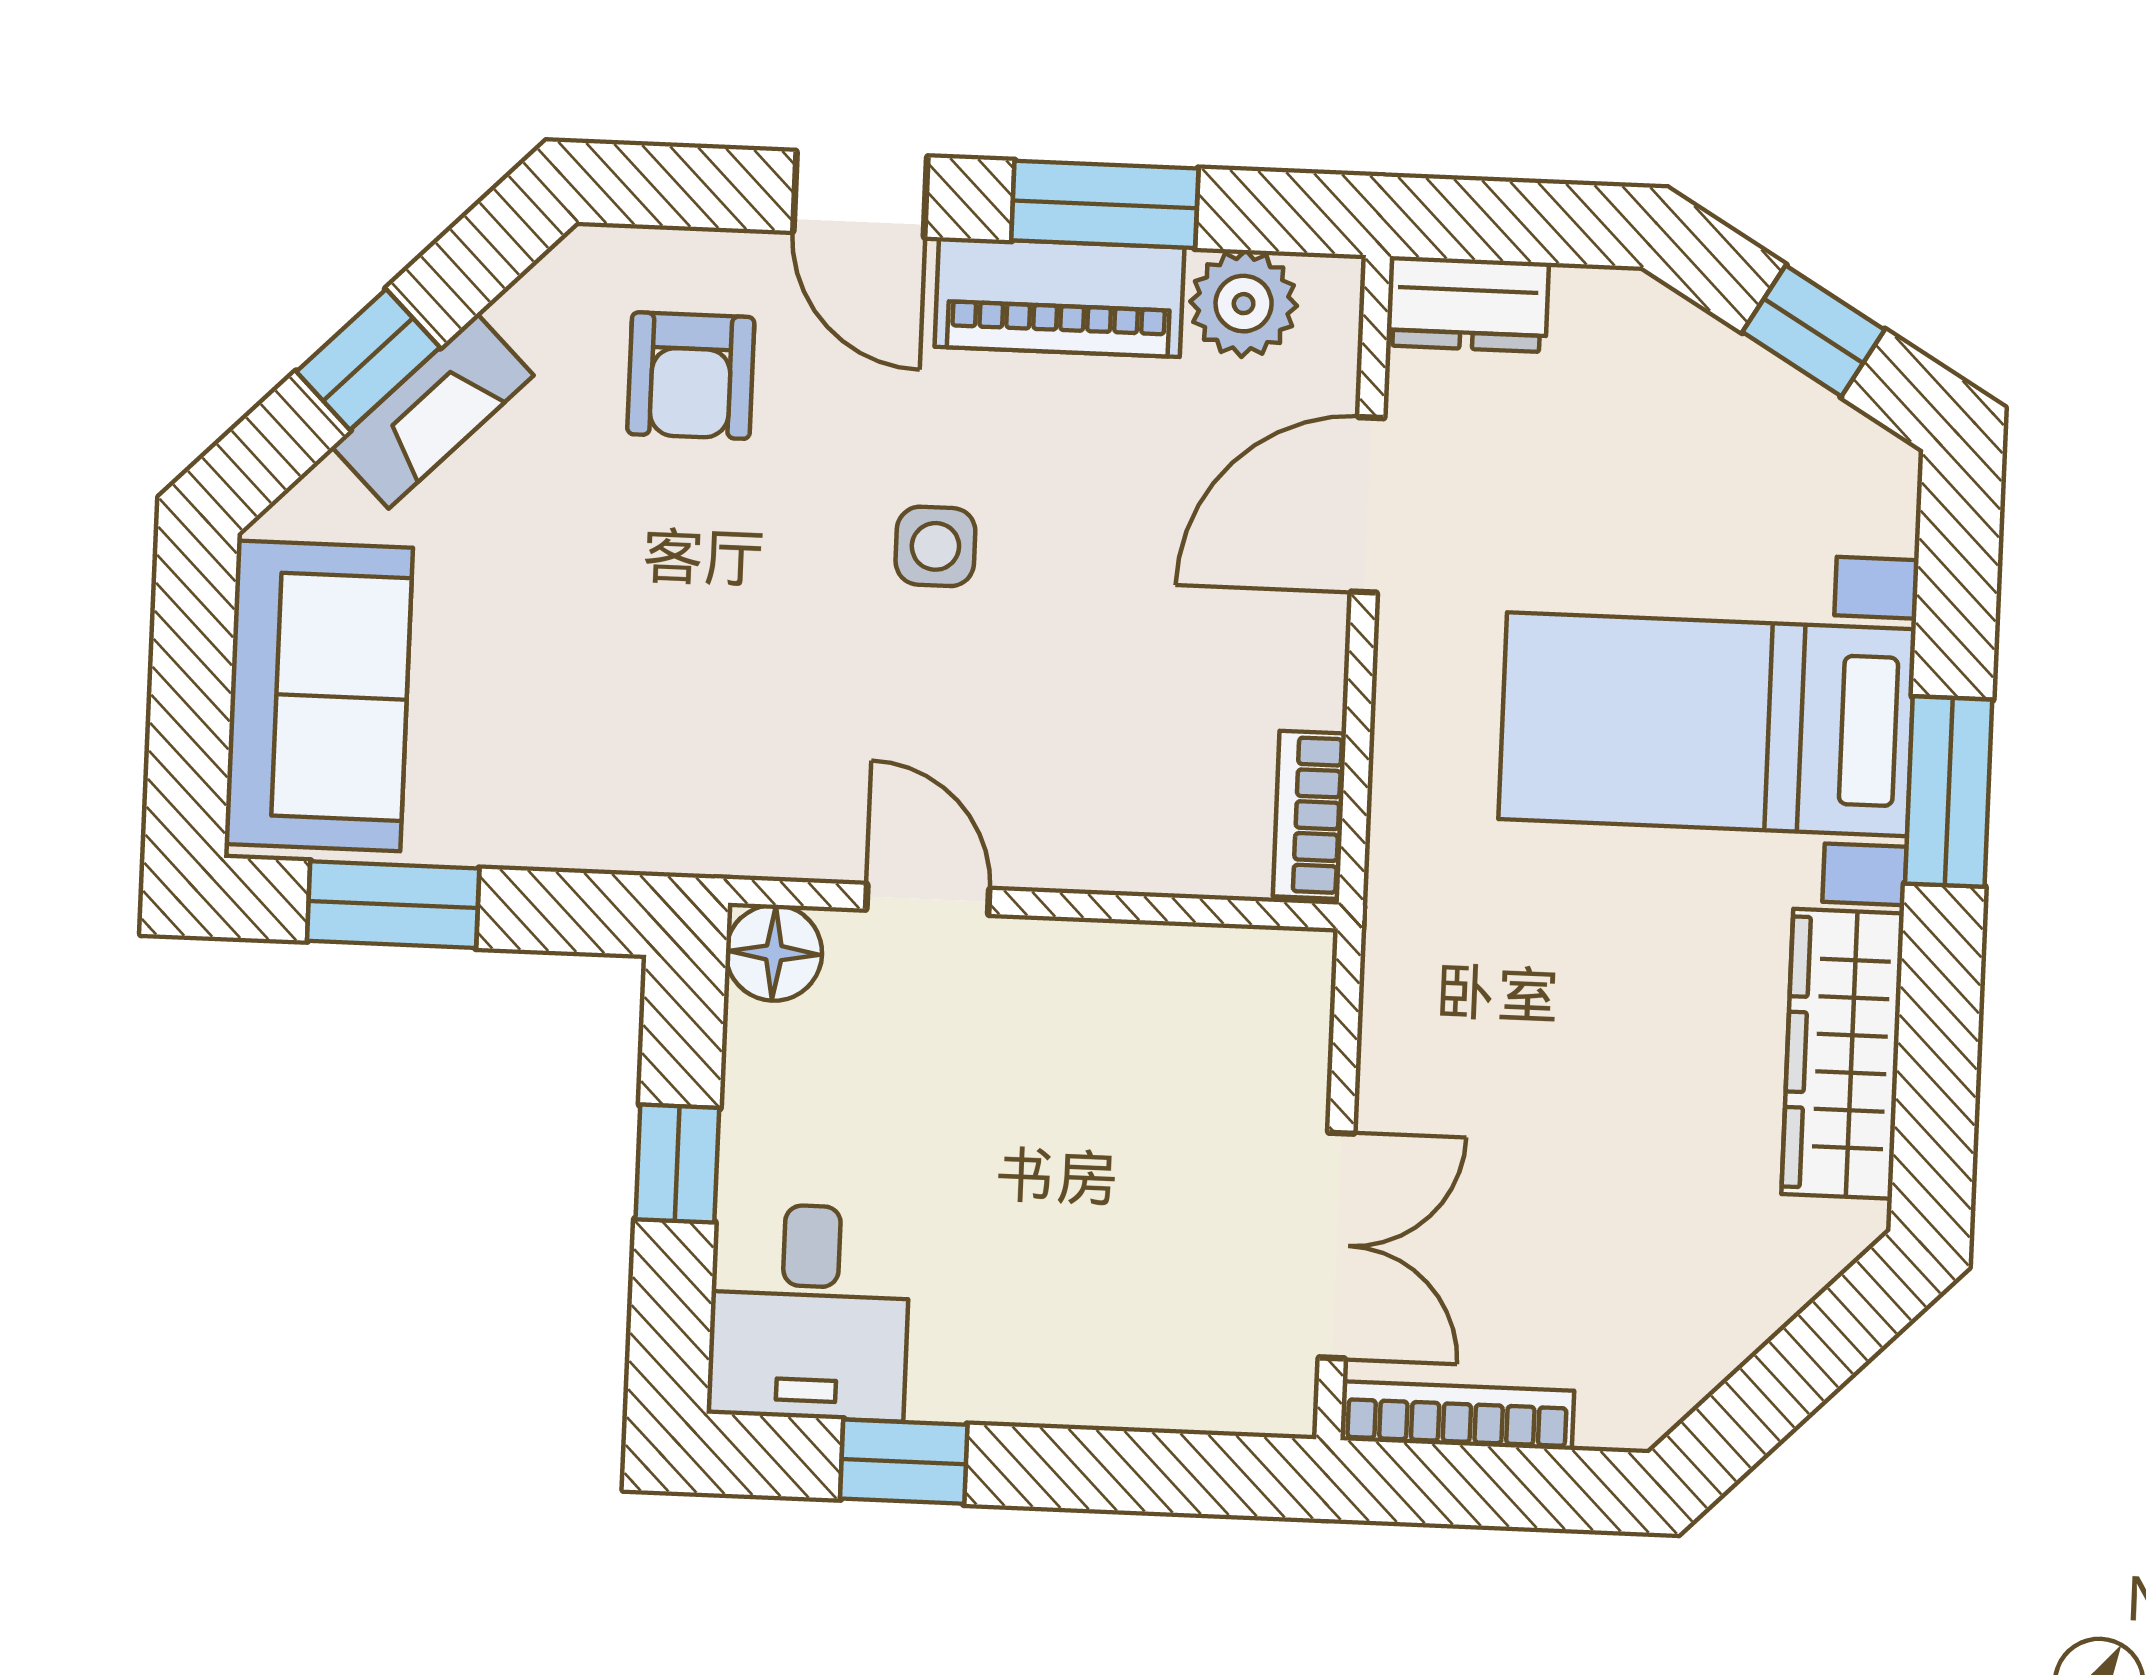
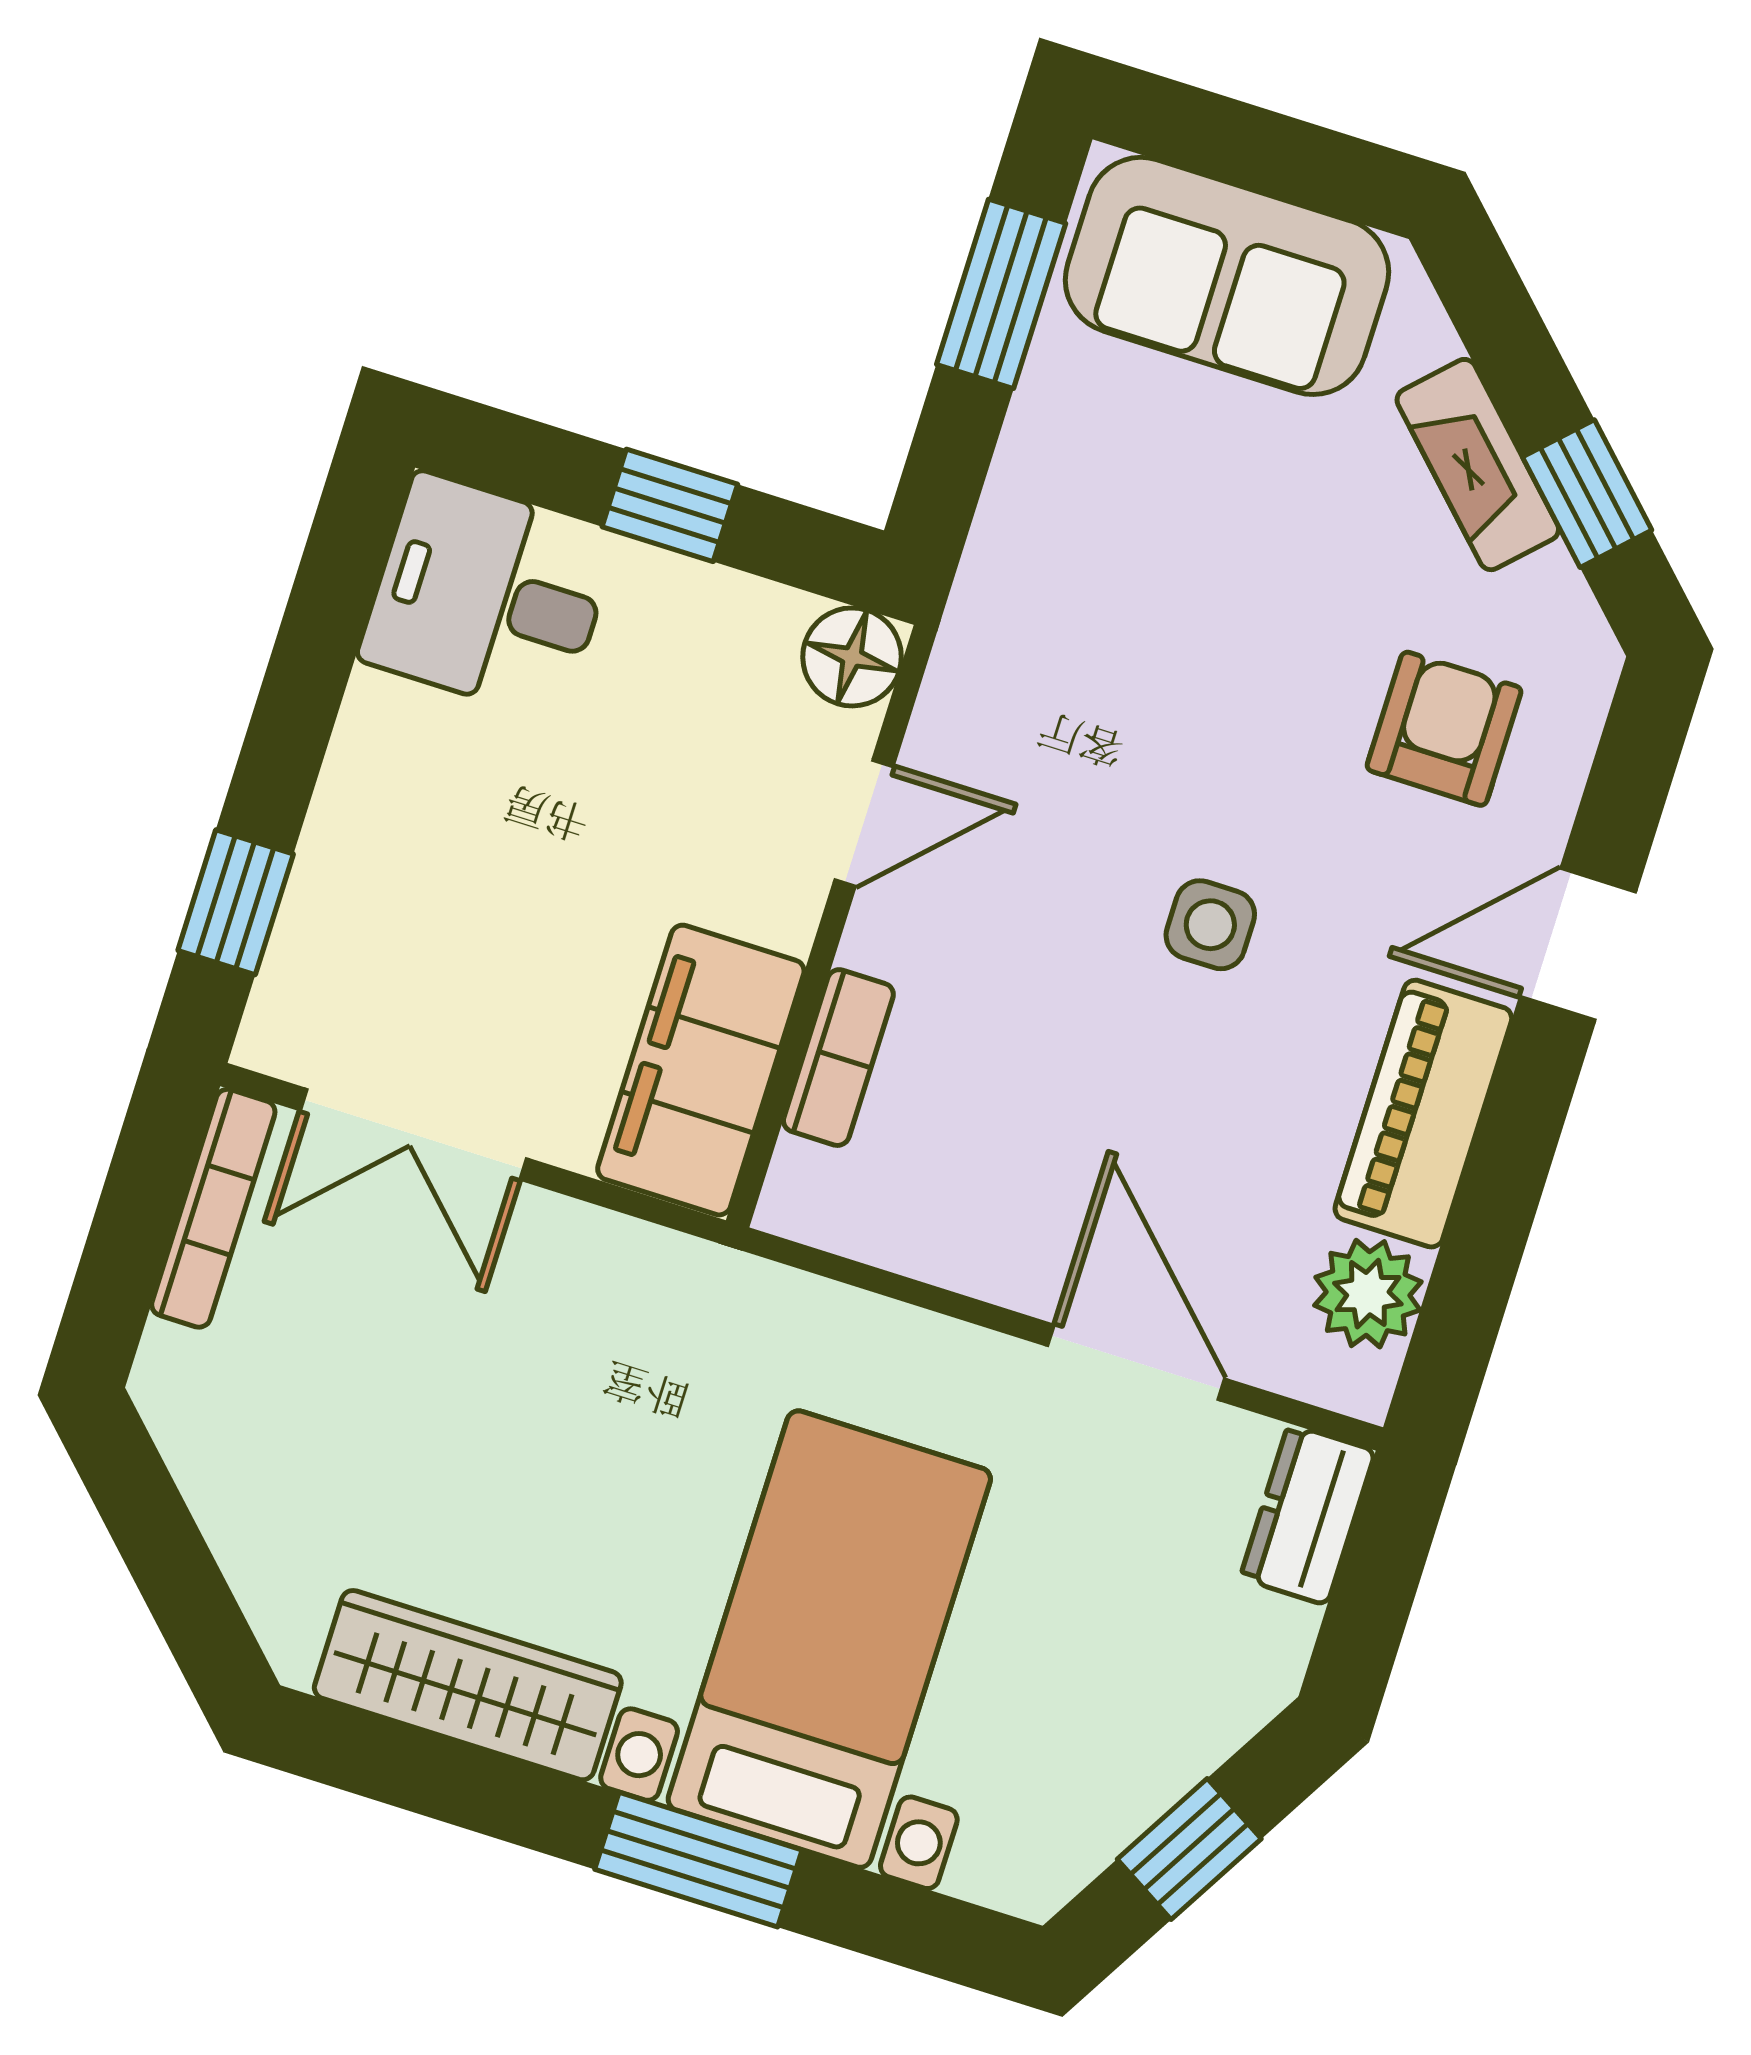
window: (1105, 204) -> (1503, 1183), removed
window: (368, 360) -> (1587, 494), moved
armchair: (691, 376) -> (1444, 729), turned 90
bookcase: (1309, 815) -> (838, 1058), moved, turned 90
filing cabinet: (1202, 990) -> (701, 1070), added
window: (904, 1462) -> (236, 902), moved

